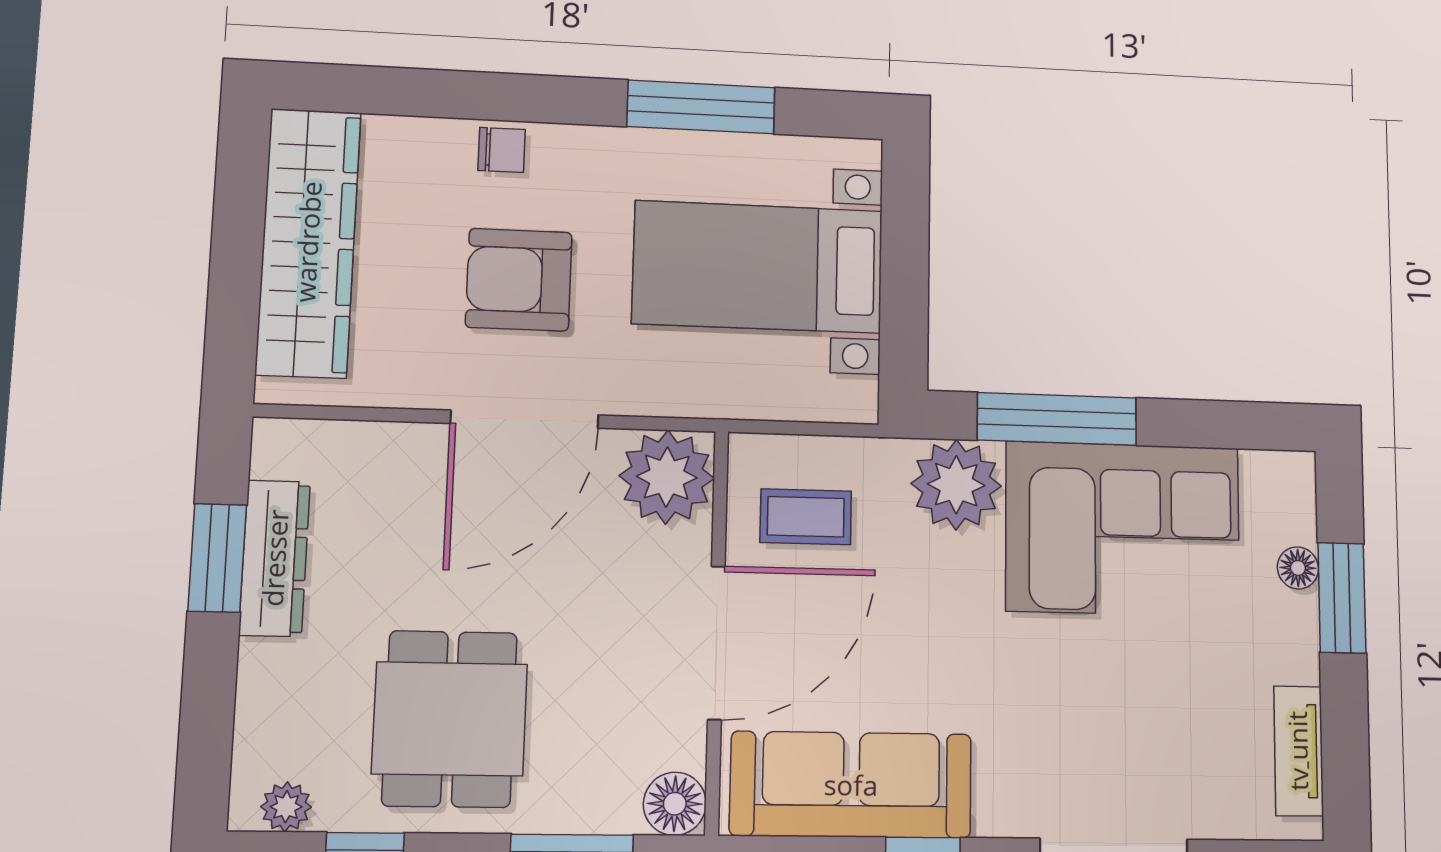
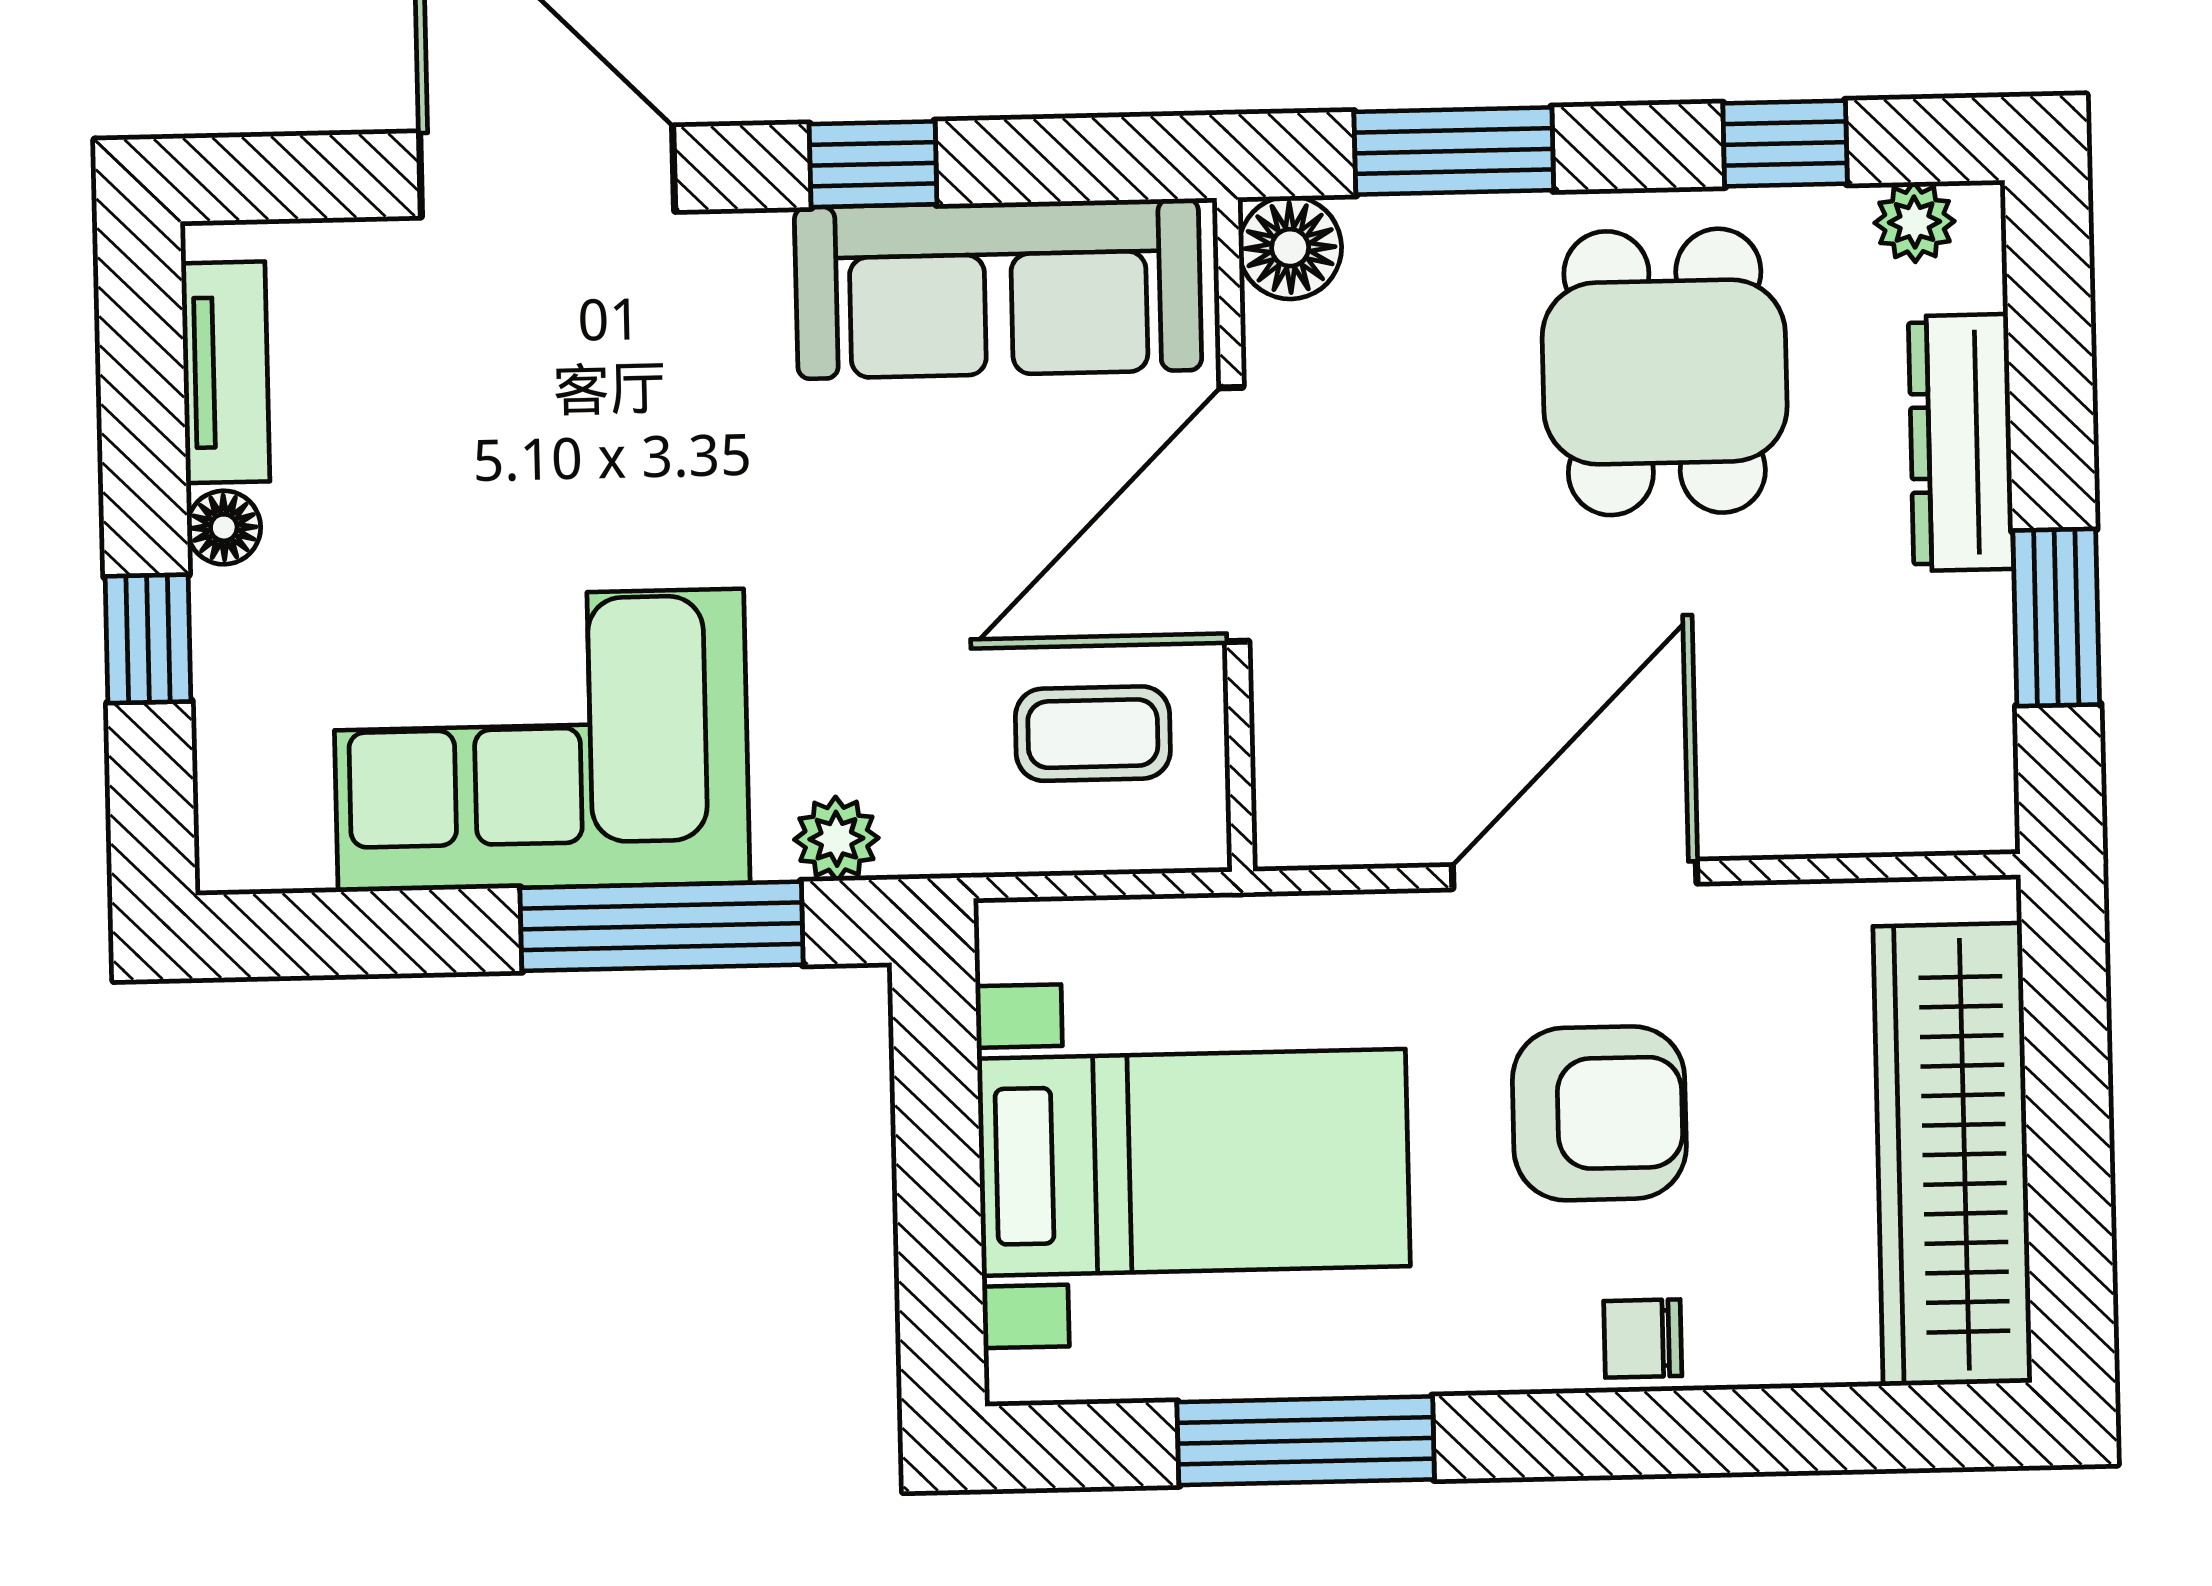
plant: (667, 477) -> (1332, 789), removed
plant: (956, 485) -> (836, 839), width x0.53, depth x0.53
dresser: (275, 558) -> (1961, 442), moved
floor lamp: (1298, 568) -> (224, 528), moved
window: (1342, 598) -> (148, 639), width x0.67

